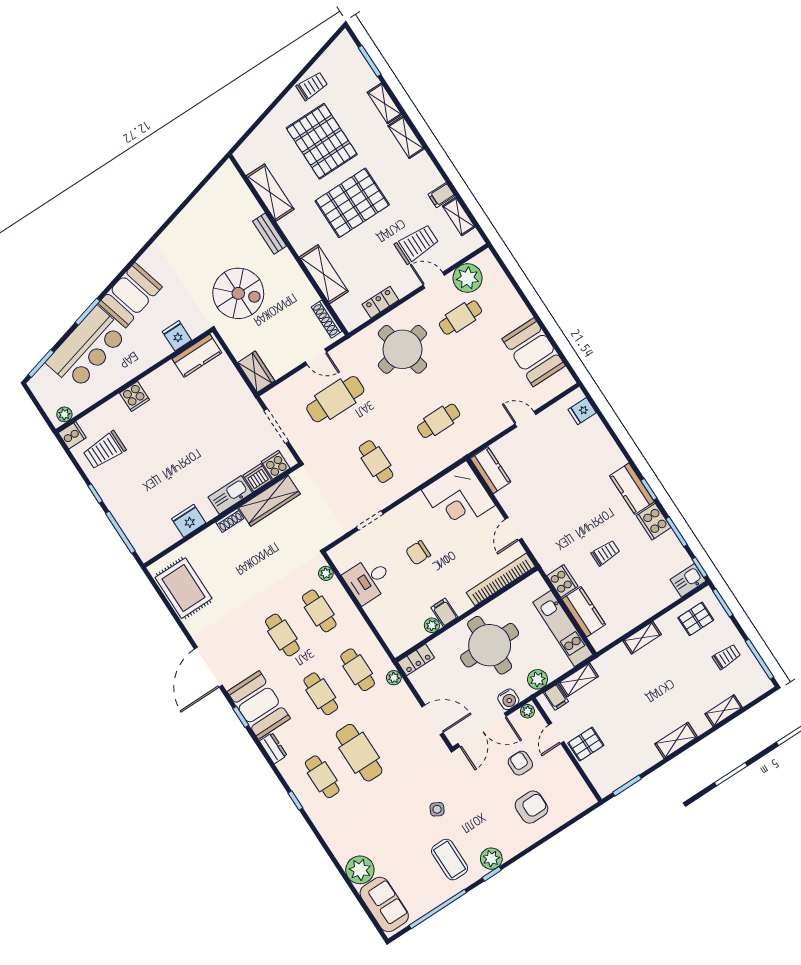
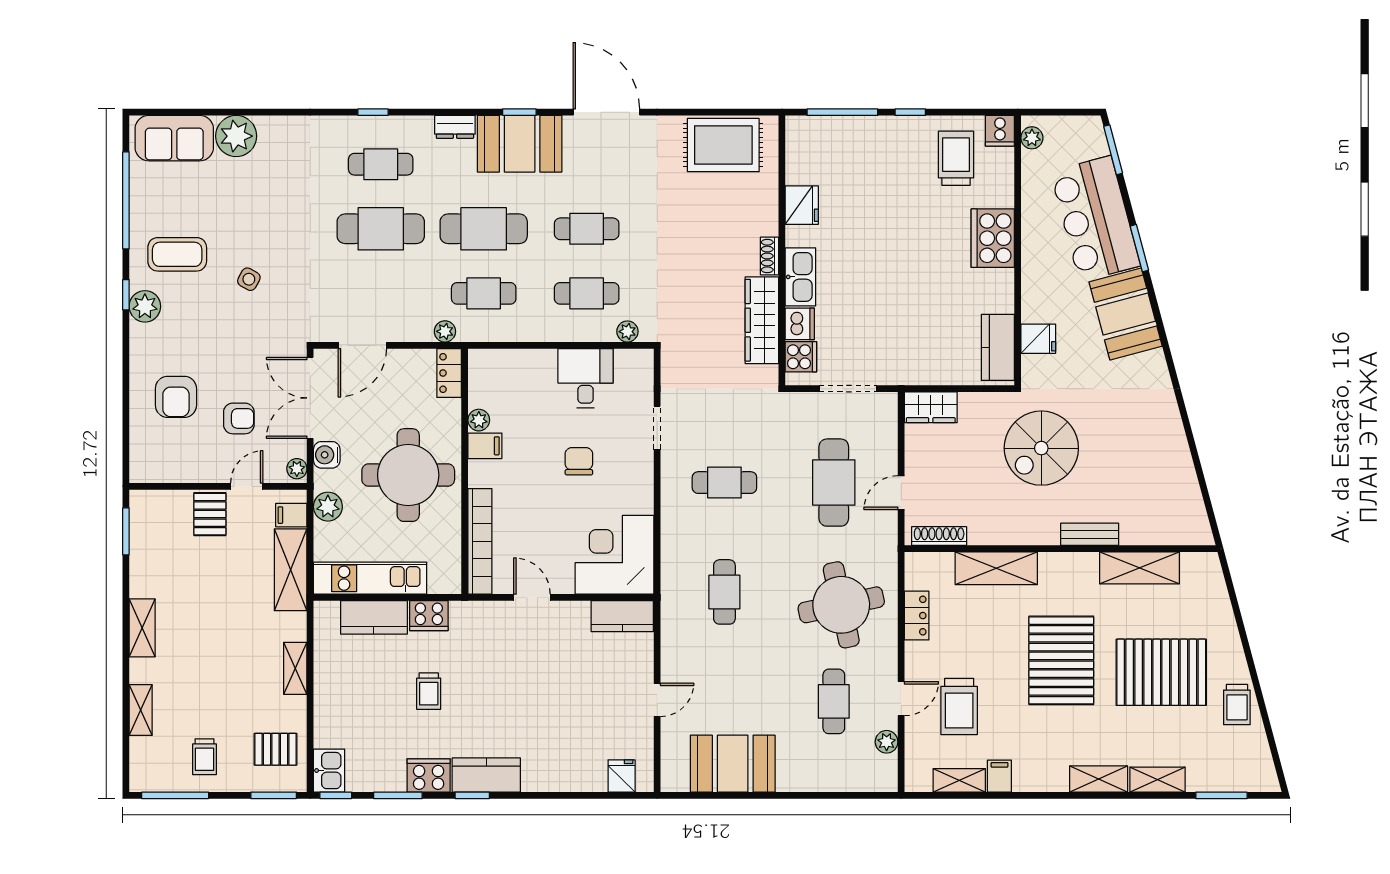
plant: (468, 278) -> (887, 742), width x0.53, depth x0.53
cooker: (134, 396) -> (993, 238), width x1.87, depth x1.31
pallet: (696, 619) -> (275, 749), turned 90
shelving: (578, 680) -> (291, 570), width x1.50, depth x1.33
cafe table: (321, 694) -> (484, 229), width x1.37, depth x1.35
door: (556, 733) -> (247, 486), hinge flipped

